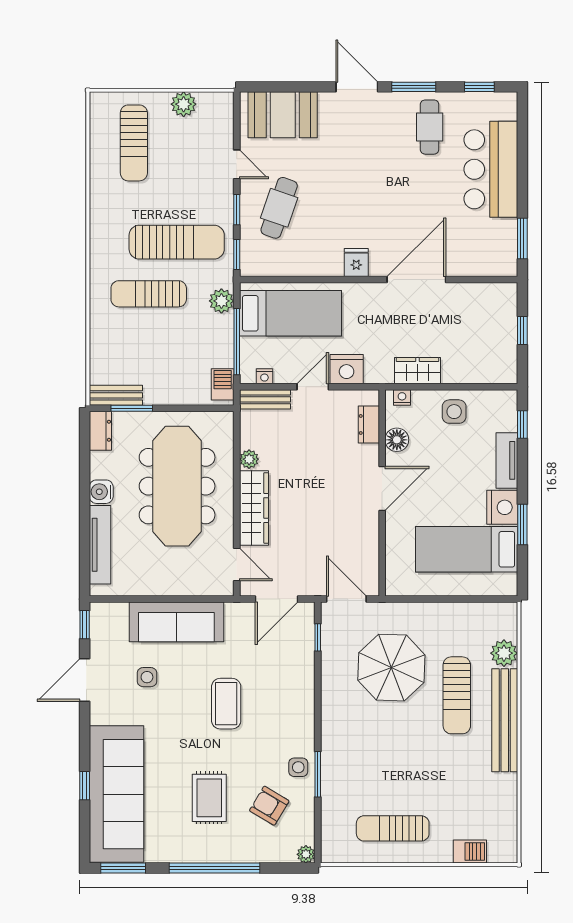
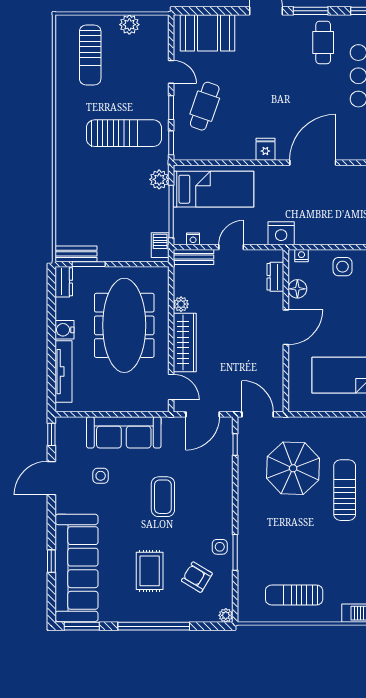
sun lounger: (149, 294) -> (102, 174), removed
nightstand: (347, 369) -> (281, 233), moved
wardrobe: (417, 371) -> (314, 234), removed
sun lounger: (457, 695) -> (345, 490), turned 180

